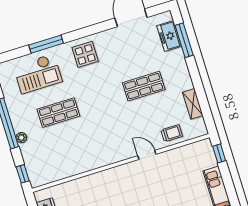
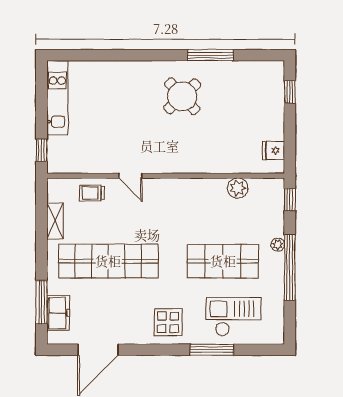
shop shelf: (144, 86) -> (108, 261), width x2.00, depth x1.36
shop shelf: (58, 113) -> (223, 261), width x1.43, depth x1.36
plant: (64, 170) -> (238, 188), added

